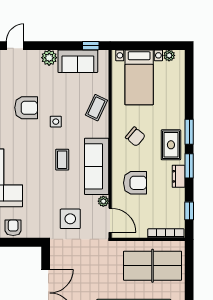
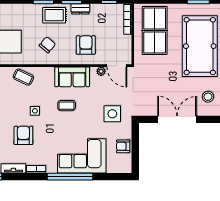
sofa: (97, 166) -> (72, 77), width x0.73
side table: (70, 219) -> (112, 114), moved
door: (110, 220) -> (117, 66), swing flipped

